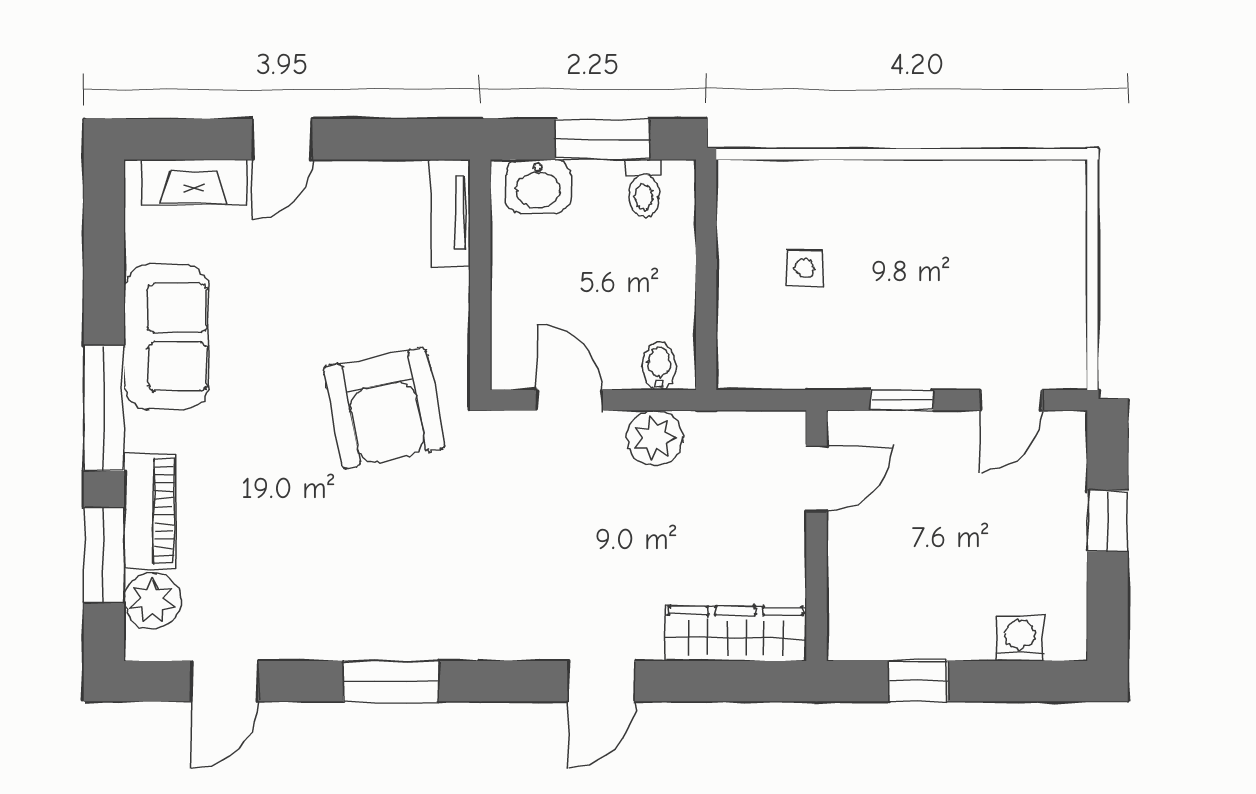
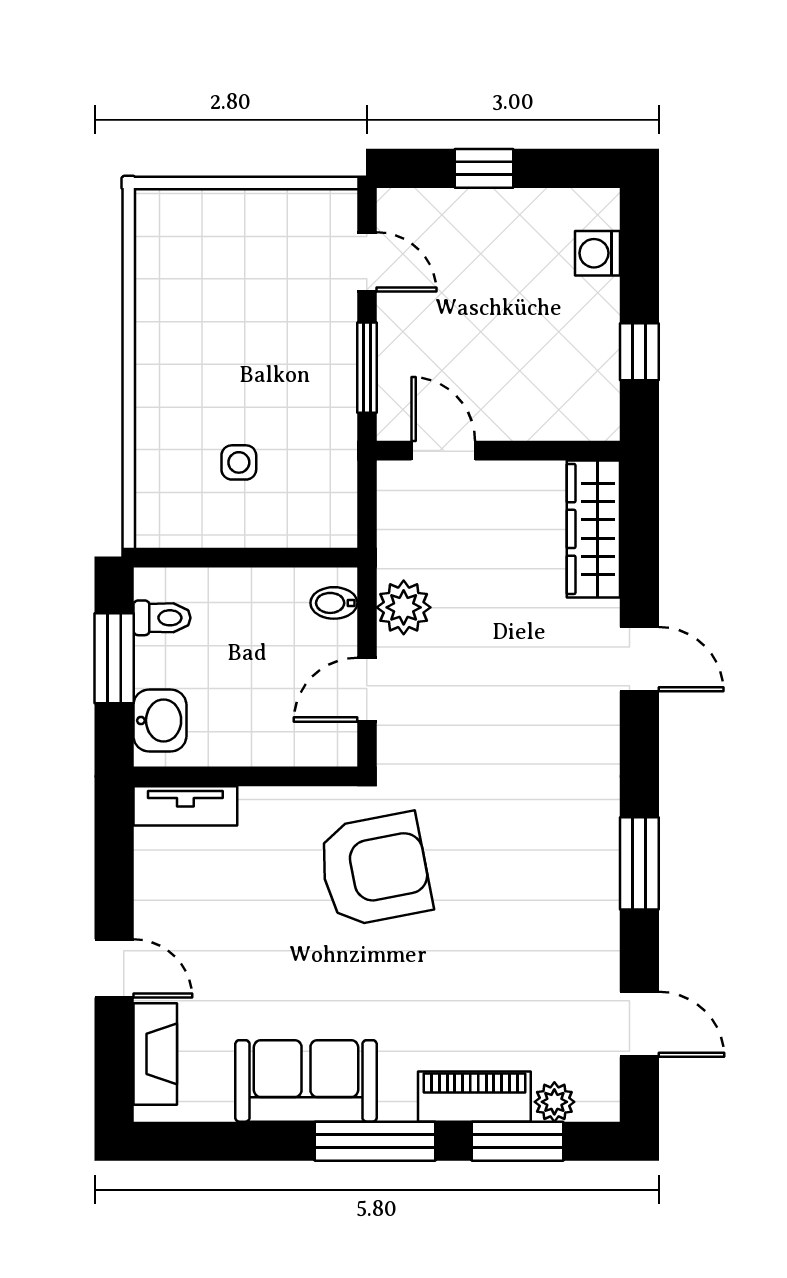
window: (902, 400) -> (367, 368), width x1.50
plant: (152, 601) -> (554, 1102), width x0.73, depth x0.73

